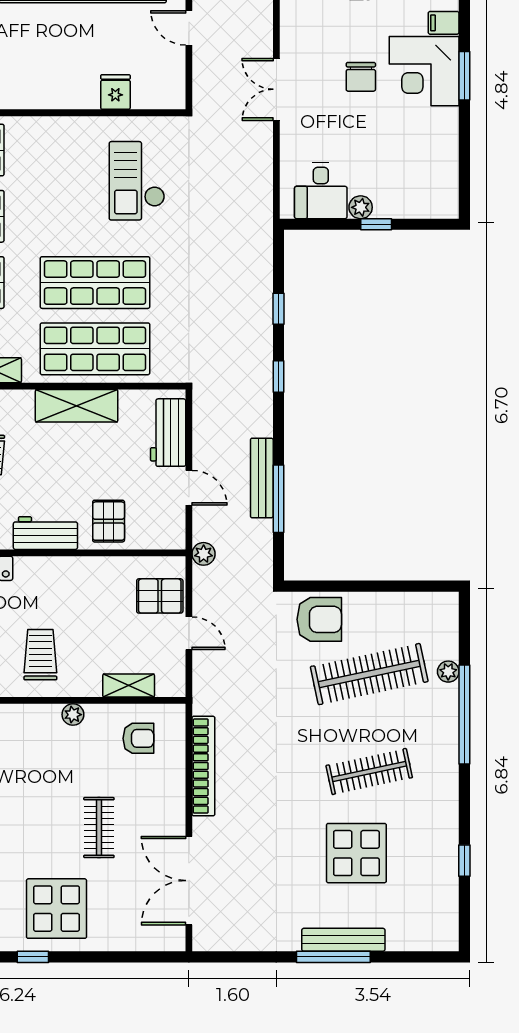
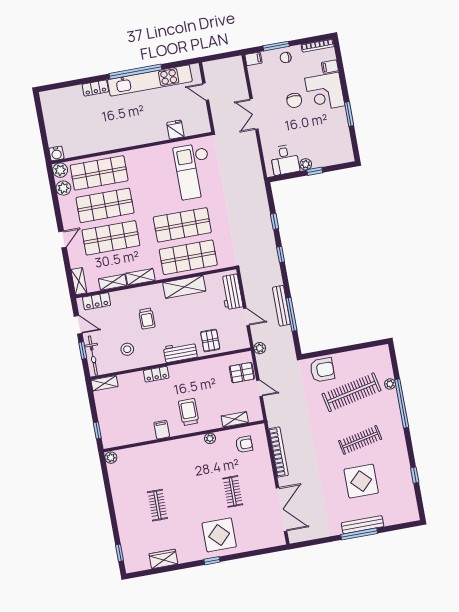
window: (464, 76) -> (349, 114), moved
checkout: (137, 181) -> (194, 171), width x1.36, depth x1.21
double door: (189, 881) -> (282, 509), swing flipped

